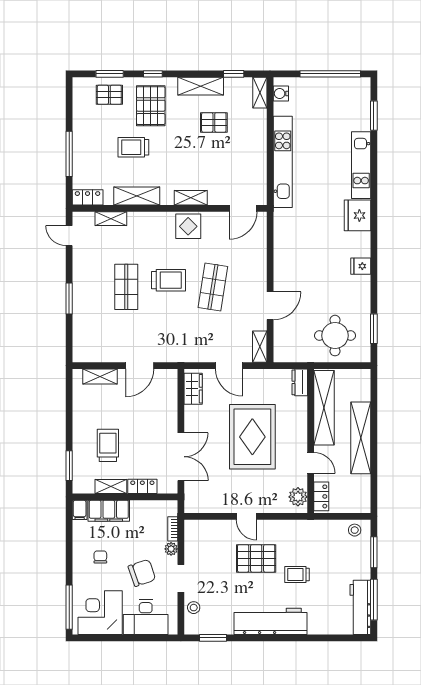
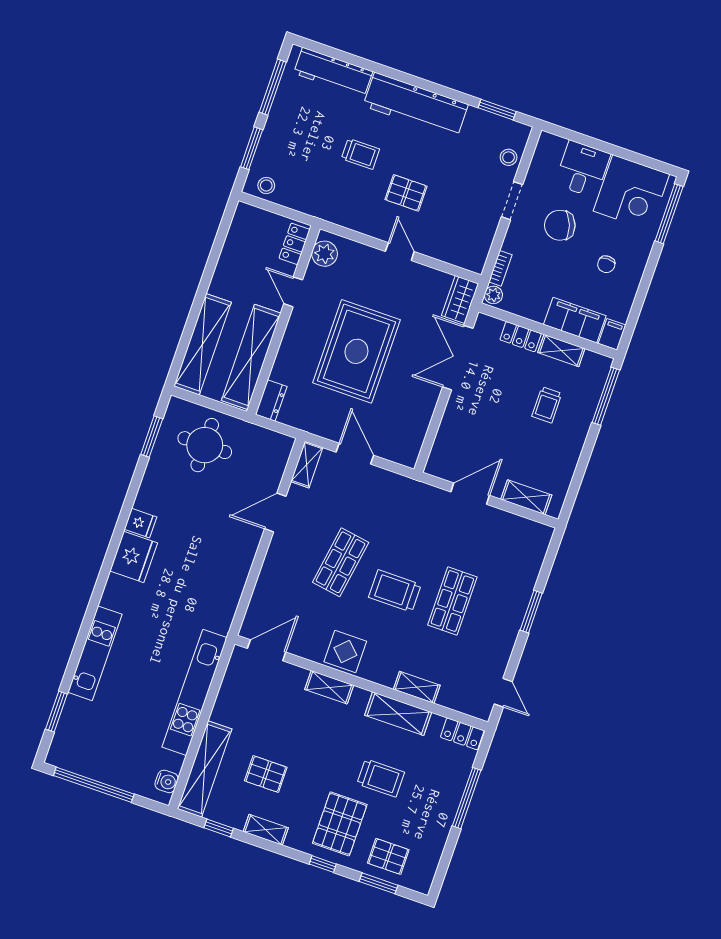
shelving: (201, 86) -> (266, 830), width x0.67, depth x0.75
shelving: (260, 93) -> (205, 769), width x2.20, depth x1.33
fridge: (357, 215) -> (134, 557), moved
shelving: (111, 219) -> (417, 687), moved
wardrobe: (193, 389) -> (460, 300), moved
shelving: (361, 438) -> (203, 344), moved
trolley: (108, 445) -> (547, 405), width x0.73, depth x0.72
window: (69, 466) -> (606, 396), width x1.44
plant: (171, 549) -> (493, 295), moved
pallet: (256, 558) -> (406, 193), width x0.67, depth x0.71
workbench: (360, 607) -> (333, 72), moved, turned 90
desk: (146, 617) -> (582, 169), width x0.73

